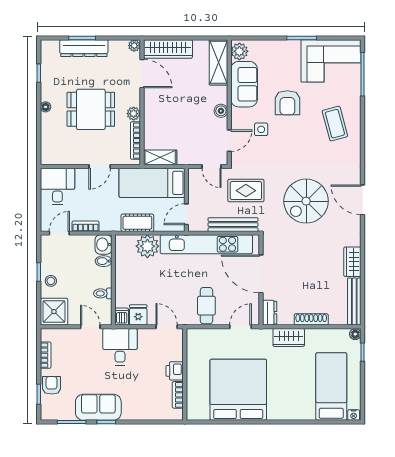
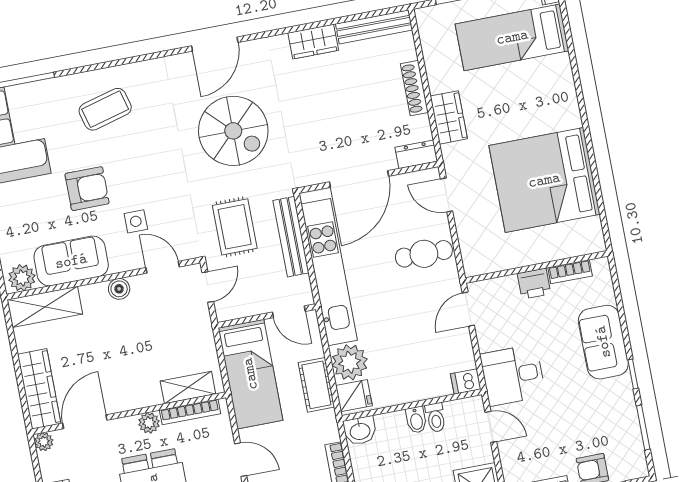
shelving: (160, 157) -> (188, 388), moved, turned 90
bidet: (104, 261) -> (416, 420), moved
fridge: (138, 315) -> (354, 396), moved, turned 180
door: (90, 327) -> (491, 427), swing flipped
floor lamp: (355, 334) -> (424, 16), removed
sofa: (98, 407) -> (603, 342), moved

